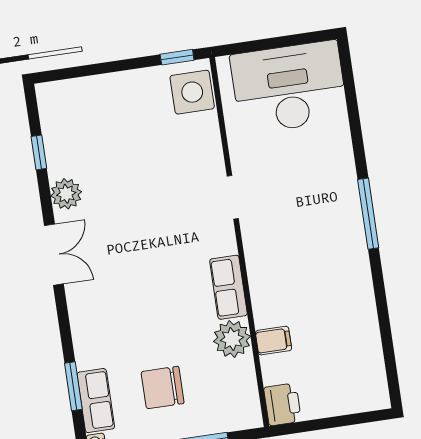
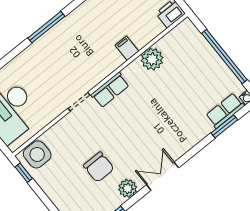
row of seats: (228, 287) -> (110, 90), moved
filing cabinet: (273, 341) -> (127, 48), moved
chair: (162, 388) -> (99, 167), moved

